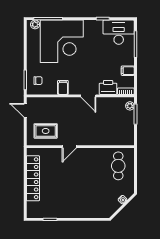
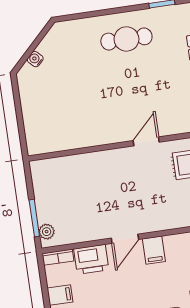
filing cabinet: (63, 87) -> (154, 250), moved
door: (88, 96) -> (125, 239), swing flipped
cafe table: (118, 166) -> (126, 39), moved, turned 90

